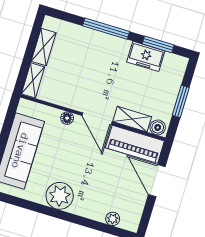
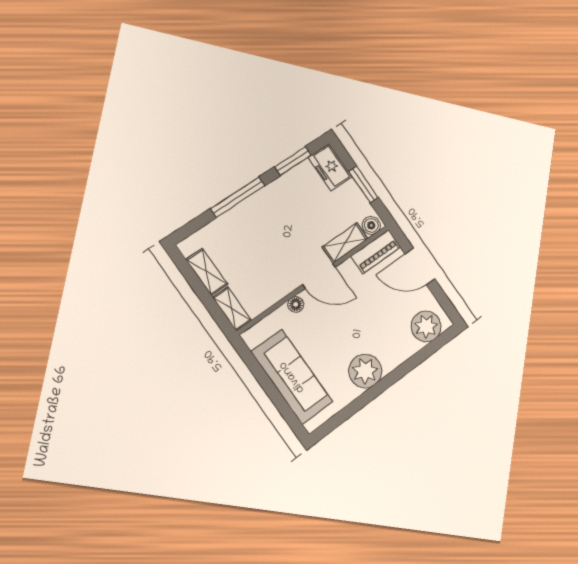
freezer: (146, 56) -> (330, 167), moved, turned 90
piano: (135, 144) -> (376, 252), width x0.73, depth x0.75
plant: (113, 219) -> (426, 326), width x1.88, depth x1.88

